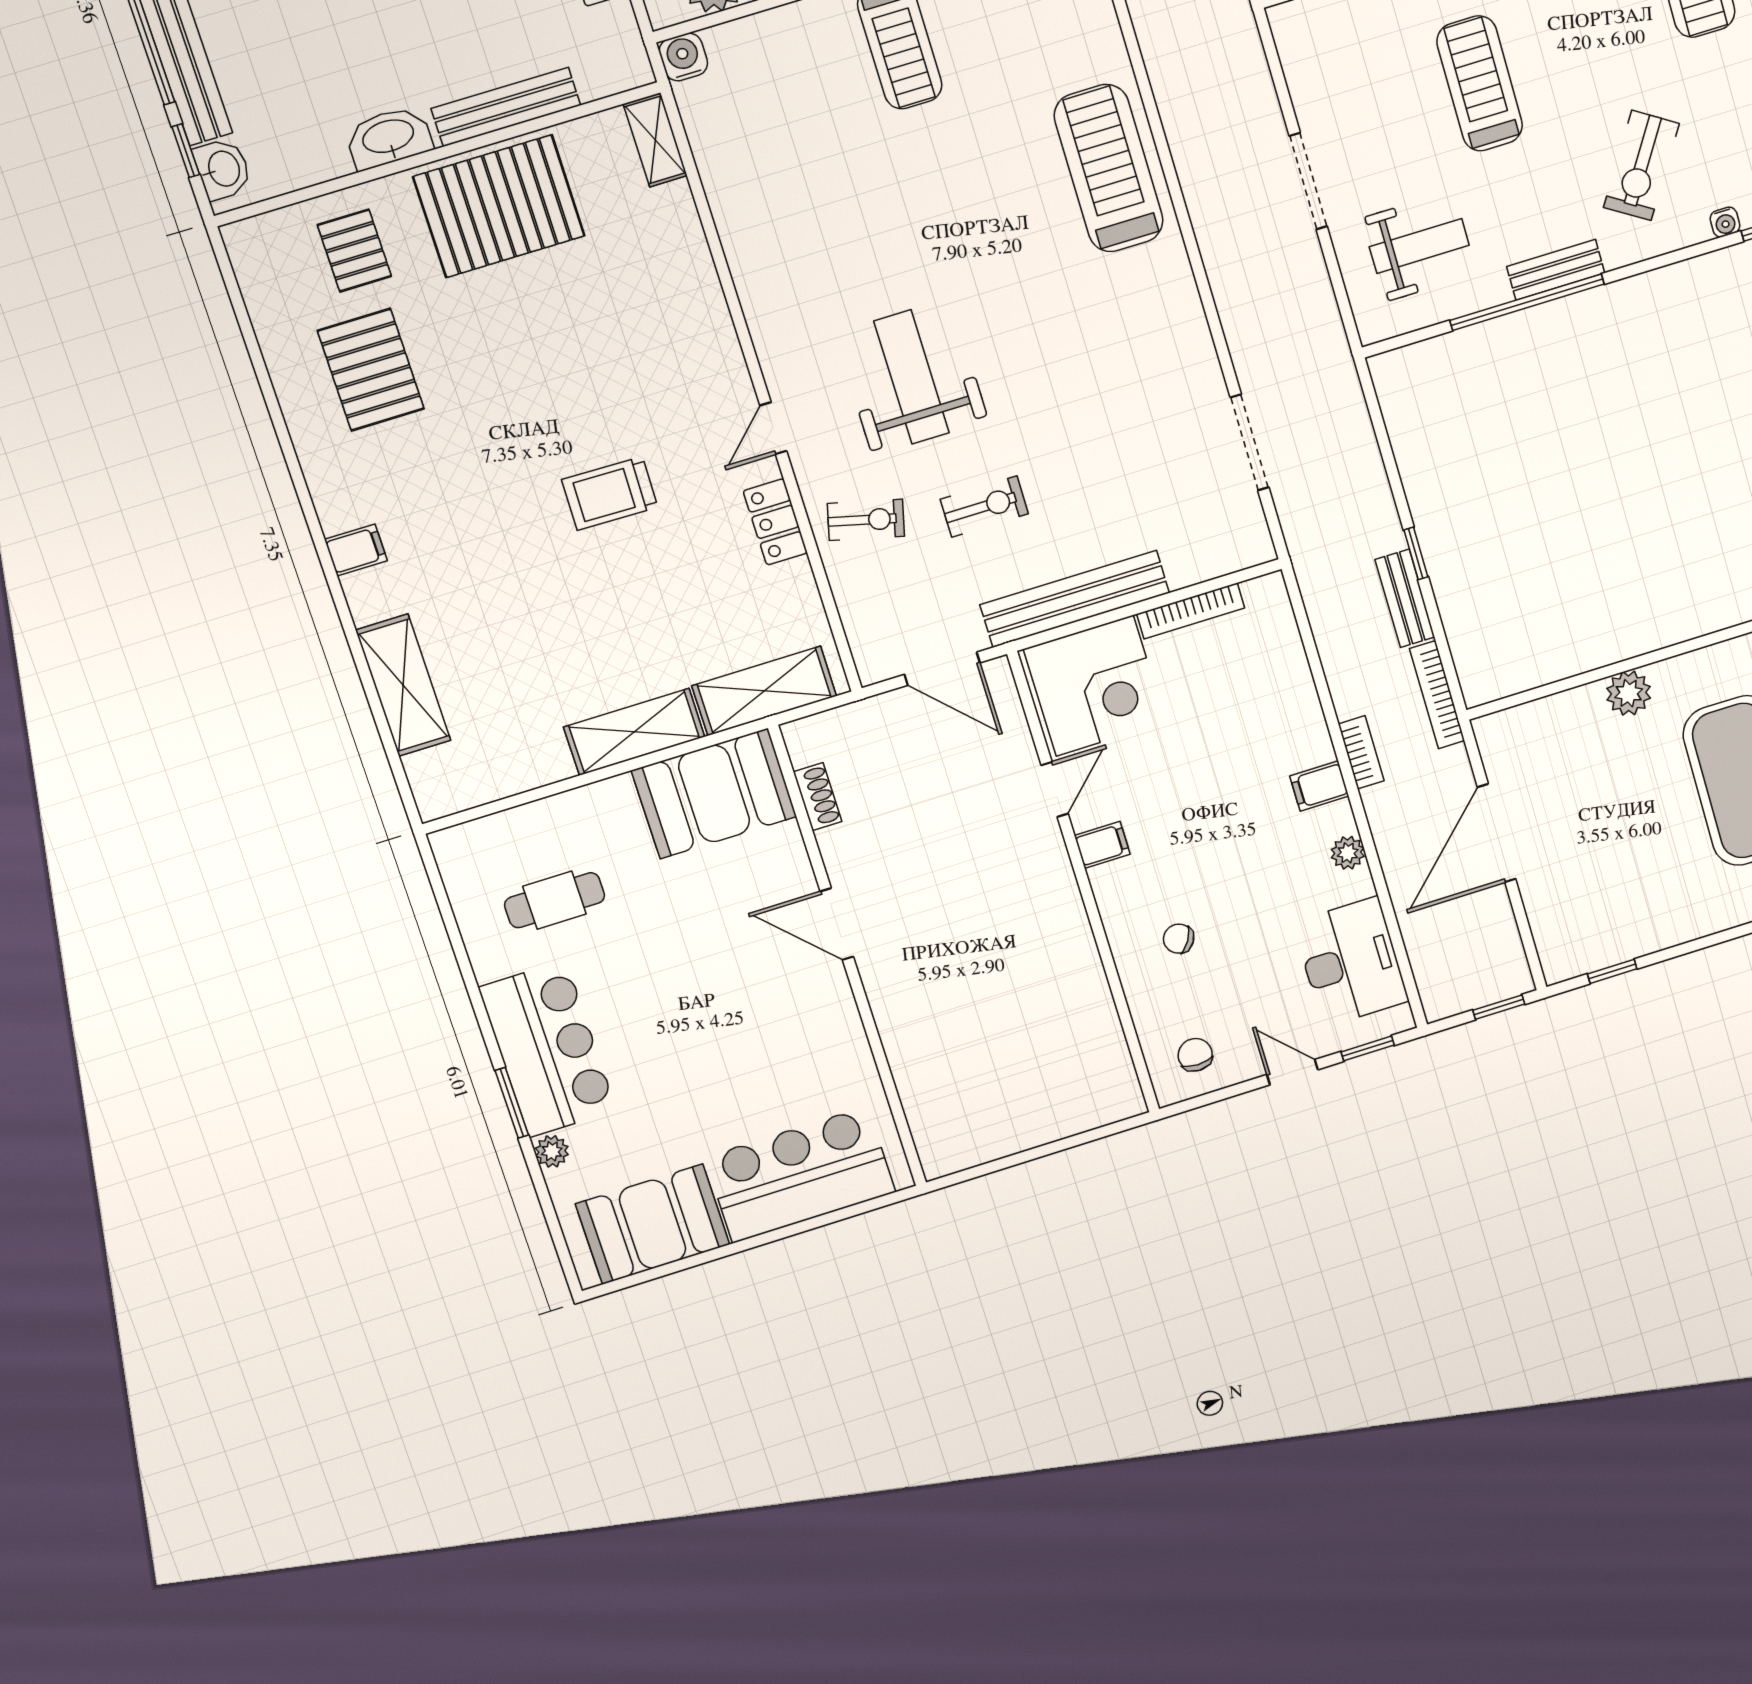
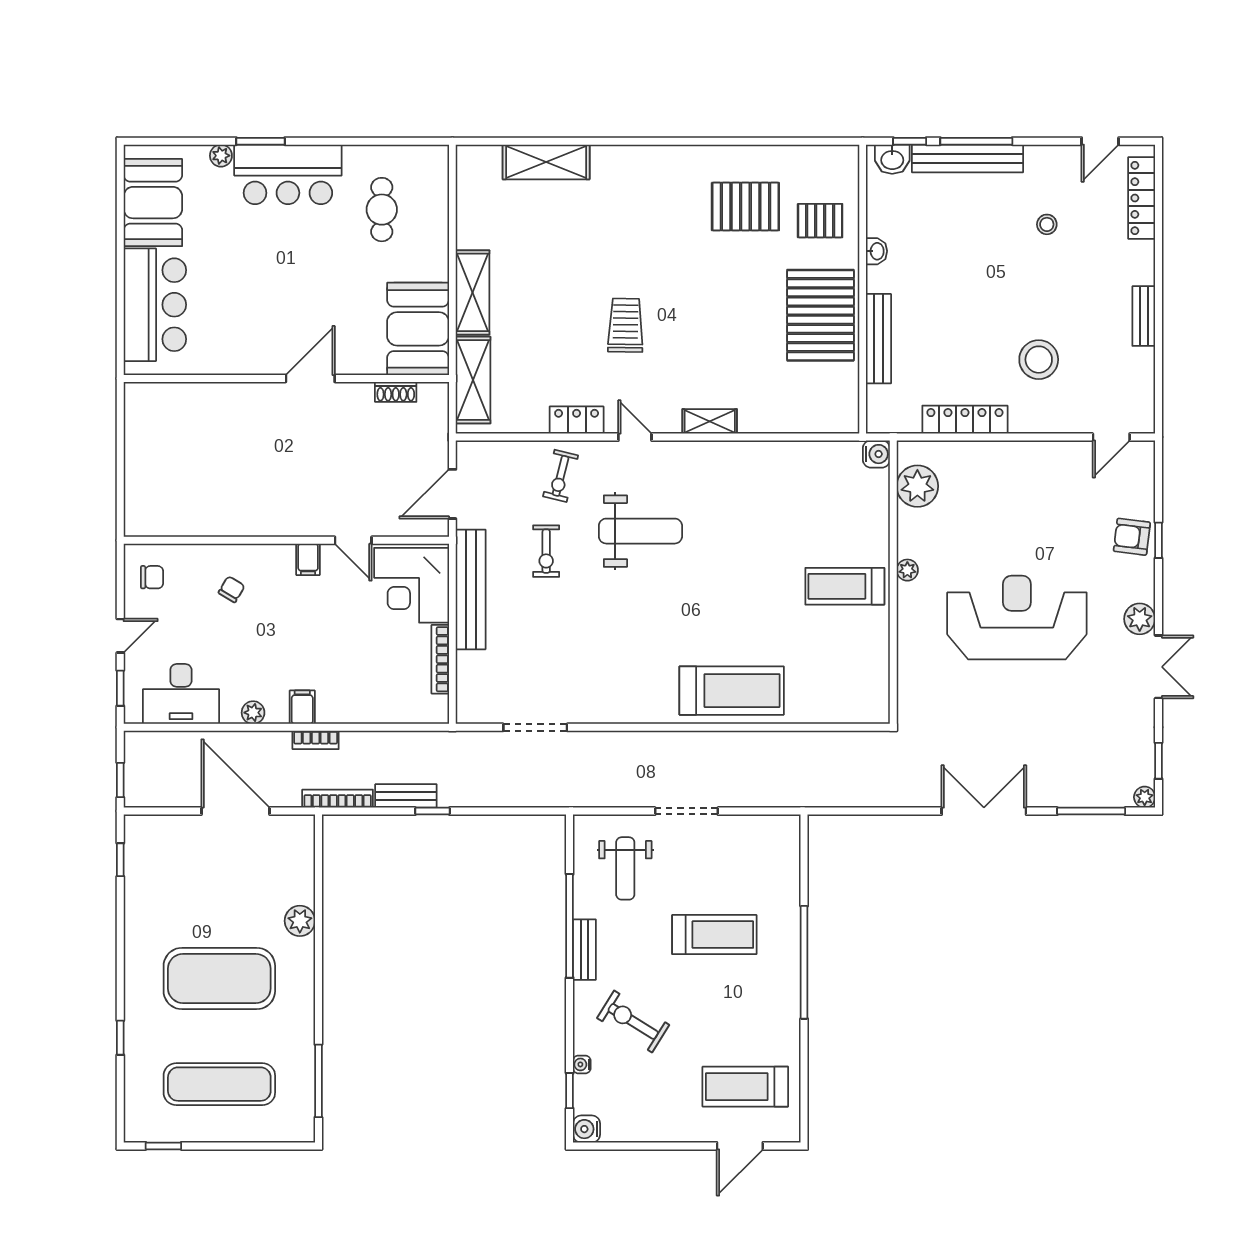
washbasin: (389, 138) -> (877, 251), width x0.52, depth x0.69
shelving: (655, 140) -> (710, 421), moved
filing cabinet: (356, 550) -> (638, 161), removed

